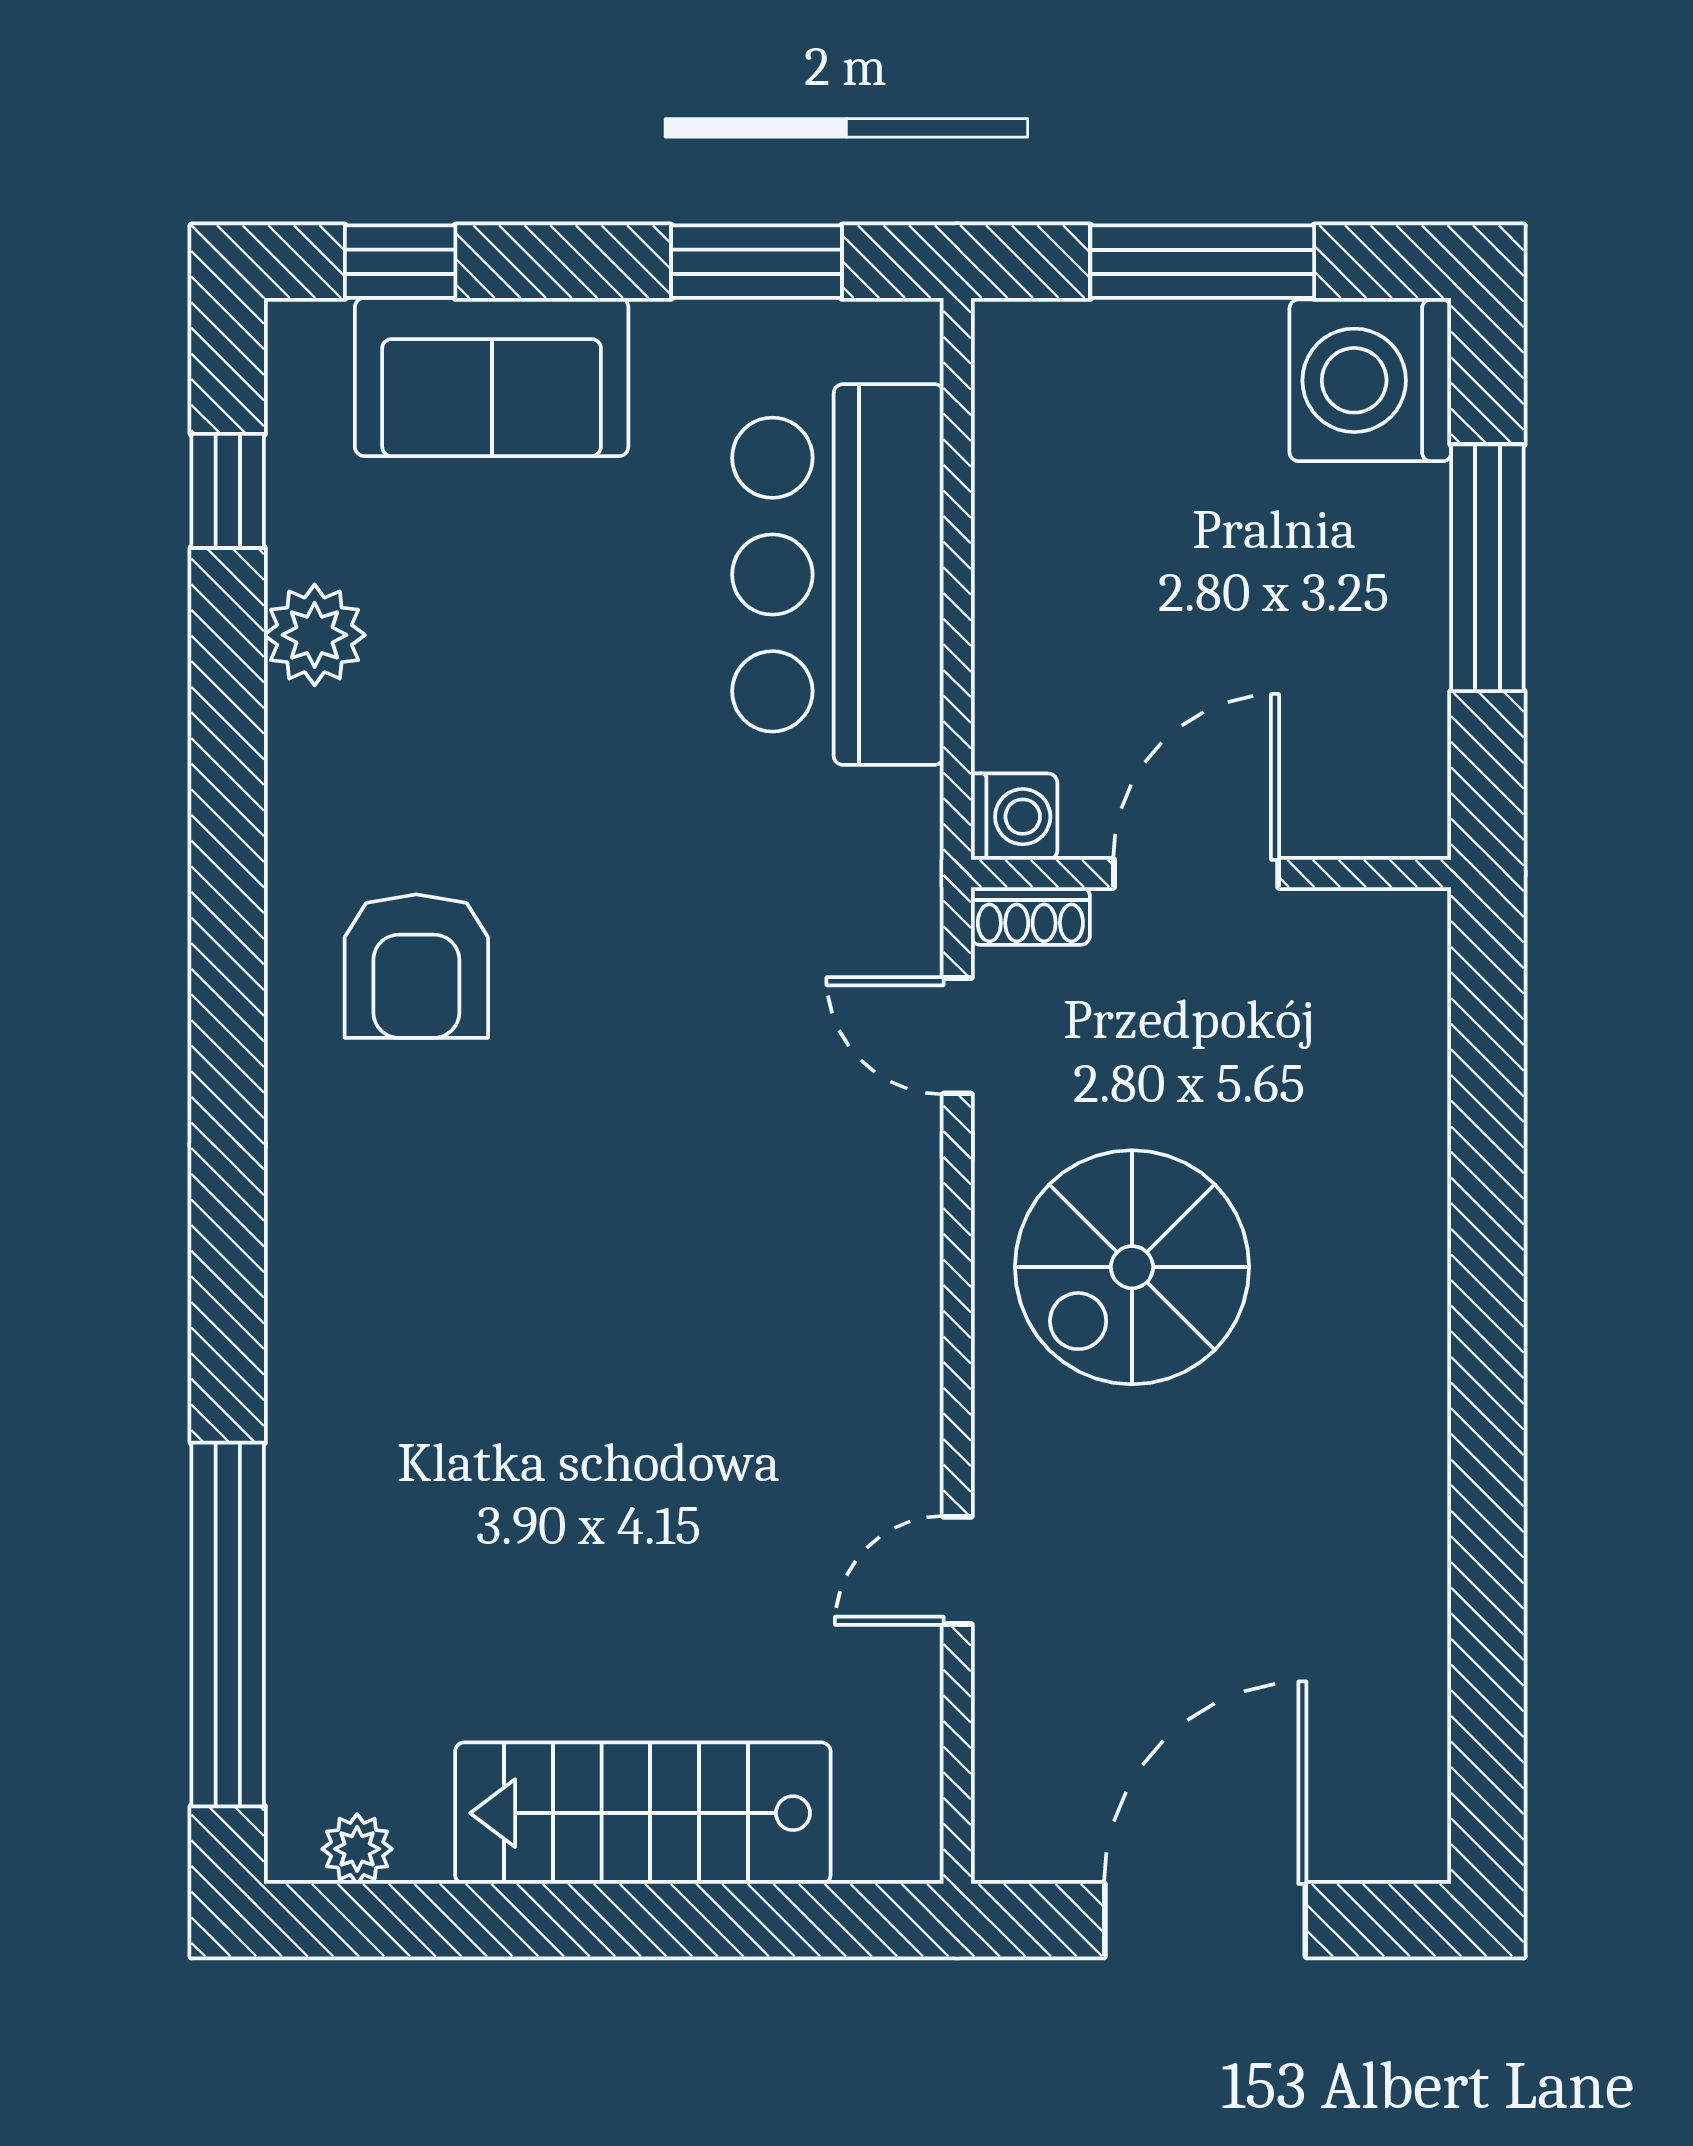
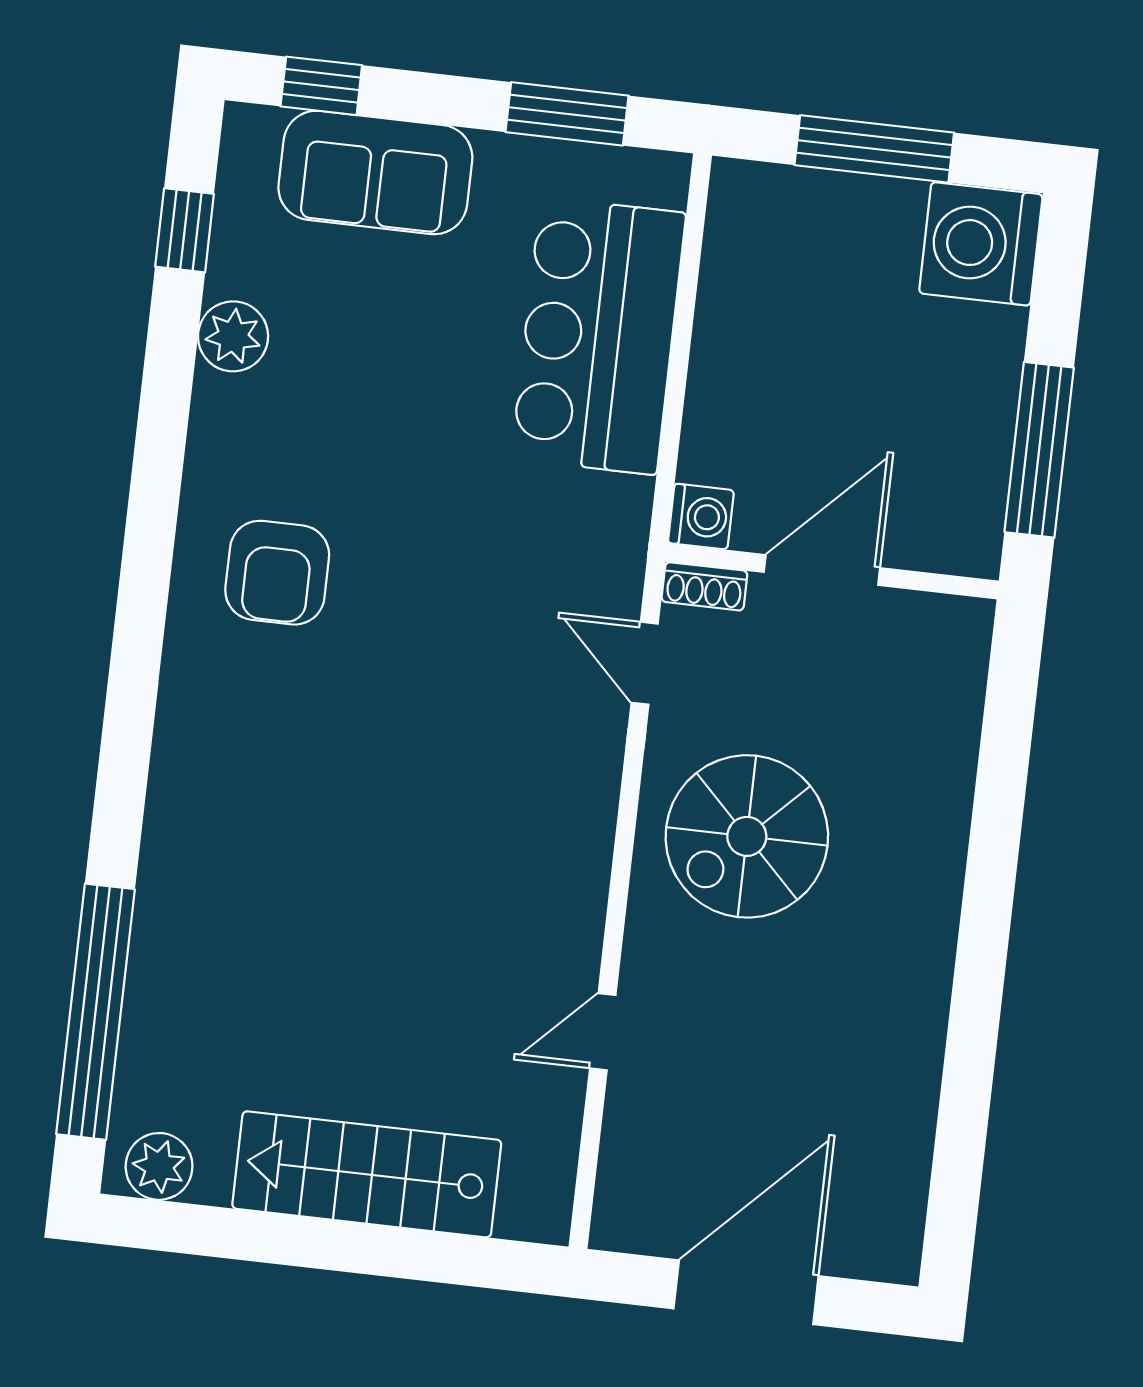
window: (1487, 568) -> (1039, 450), moved
plant: (357, 1849) -> (159, 1166), width x1.38, depth x1.38

